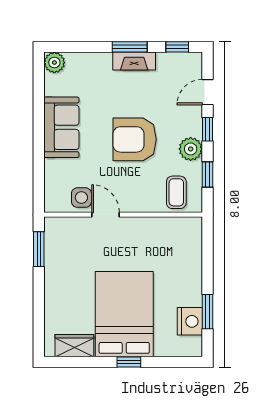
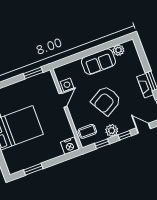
plant: (54, 63) -> (118, 50), moved
armchair: (135, 139) -> (106, 101), turned -120
nightstand: (190, 321) -> (70, 146), moved

